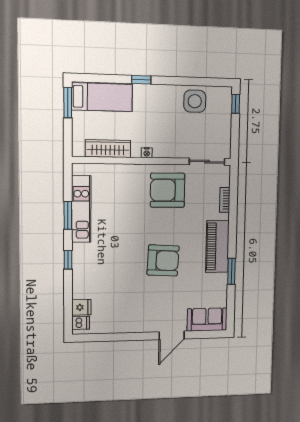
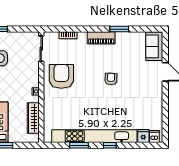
armchair: (168, 190) -> (61, 76), turned 180
kitchen unit: (81, 209) -> (94, 136), width x1.86
piano: (217, 246) -> (101, 38), width x0.73, depth x0.75
armchair: (163, 260) -> (111, 79), width x0.53, depth x0.53

